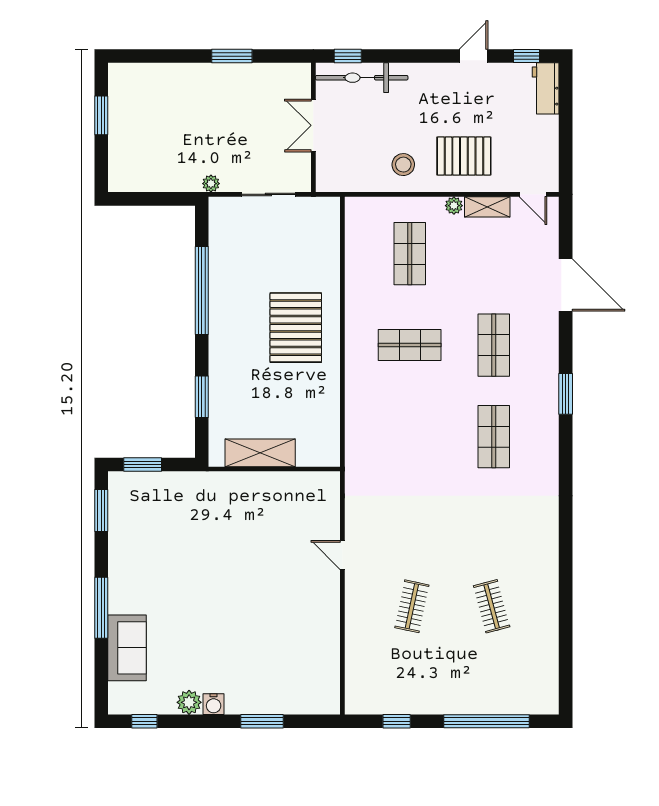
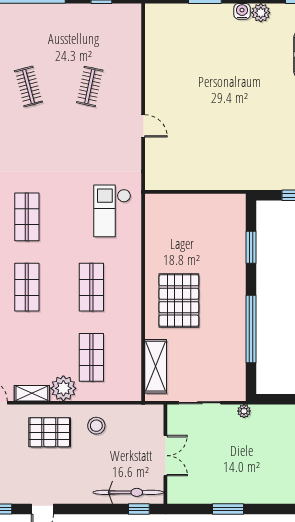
plant: (454, 206) -> (63, 388), width x1.87, depth x1.87
shop shelf: (410, 345) -> (91, 287), turned 90
checkout: (383, 444) -> (112, 211), added
shelving: (260, 453) -> (156, 366), moved, turned 90

